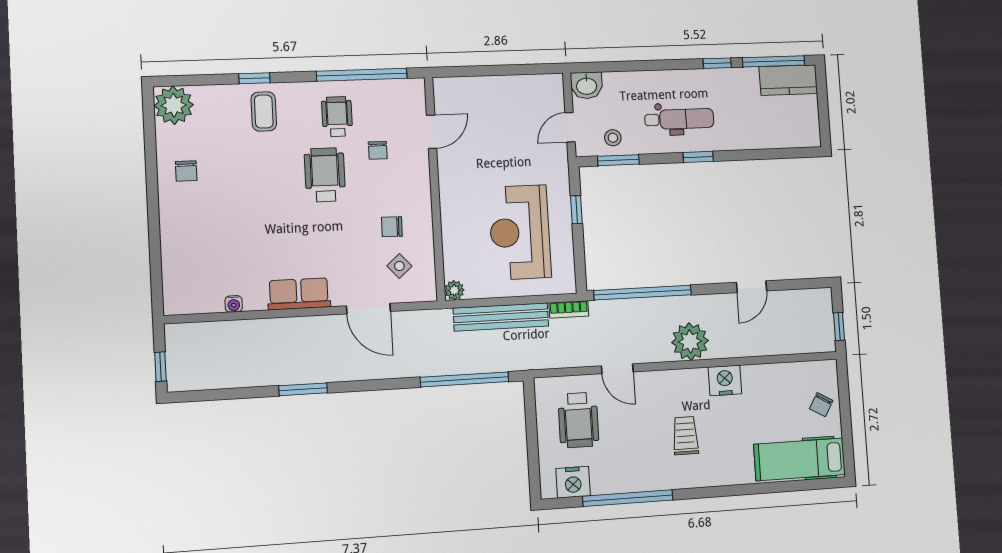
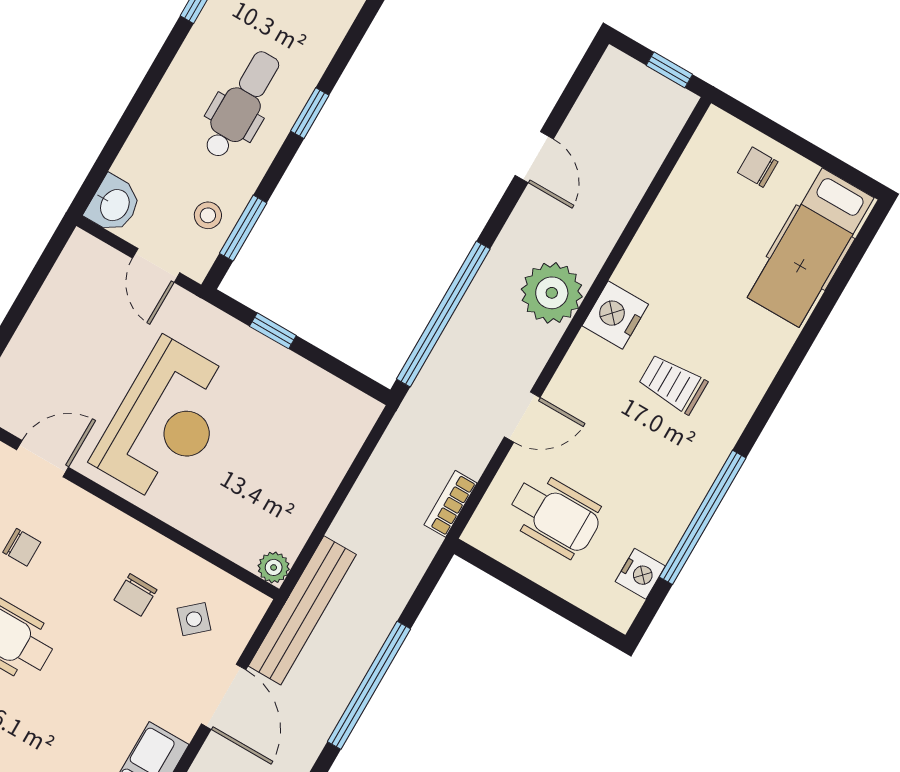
door: (432, 132) -> (43, 459), hinge flipped
reception desk: (520, 232) -> (165, 421), moved, turned -90
door: (368, 309) -> (224, 697), hinge flipped
bookcase: (569, 309) -> (450, 504), moved, turned 180
bench: (501, 317) -> (302, 610), moved
window: (464, 379) -> (369, 685), moved
nightstand: (725, 380) -> (615, 315), moved
chair: (821, 405) -> (758, 167), turned 150
nightstand: (573, 482) -> (640, 574), width x0.74, depth x0.75

